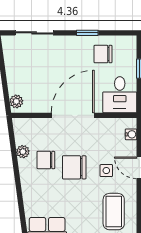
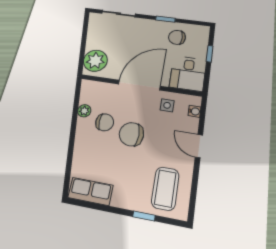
plant: (16, 101) -> (95, 61), width x1.88, depth x1.88
chair: (46, 160) -> (105, 122), turned 180
side table: (106, 171) -> (167, 105), moved

